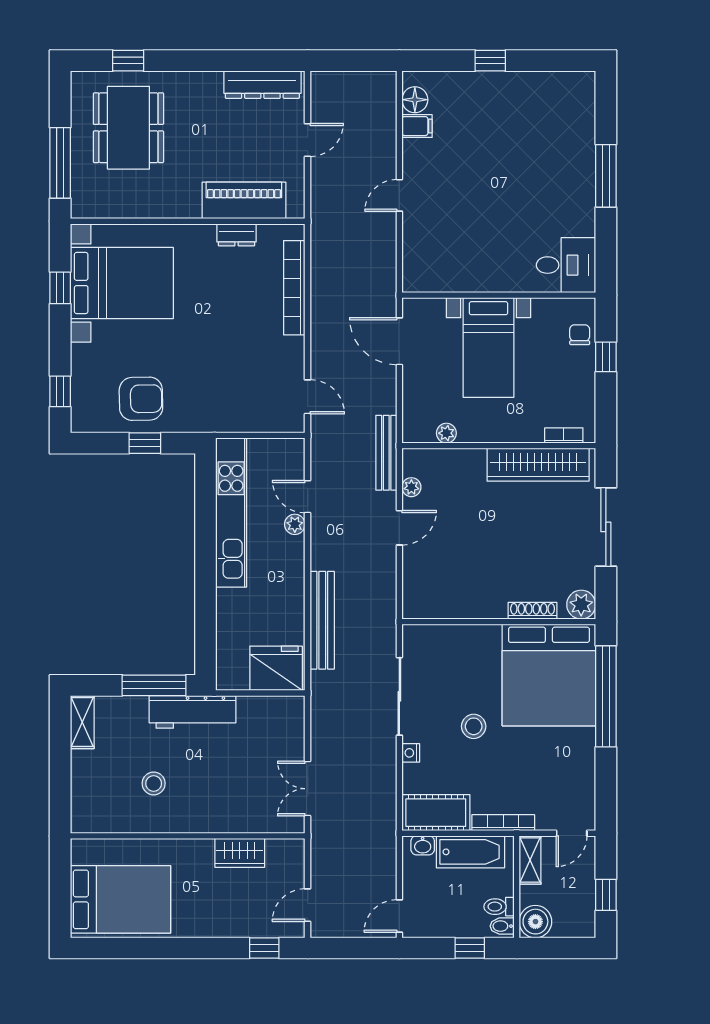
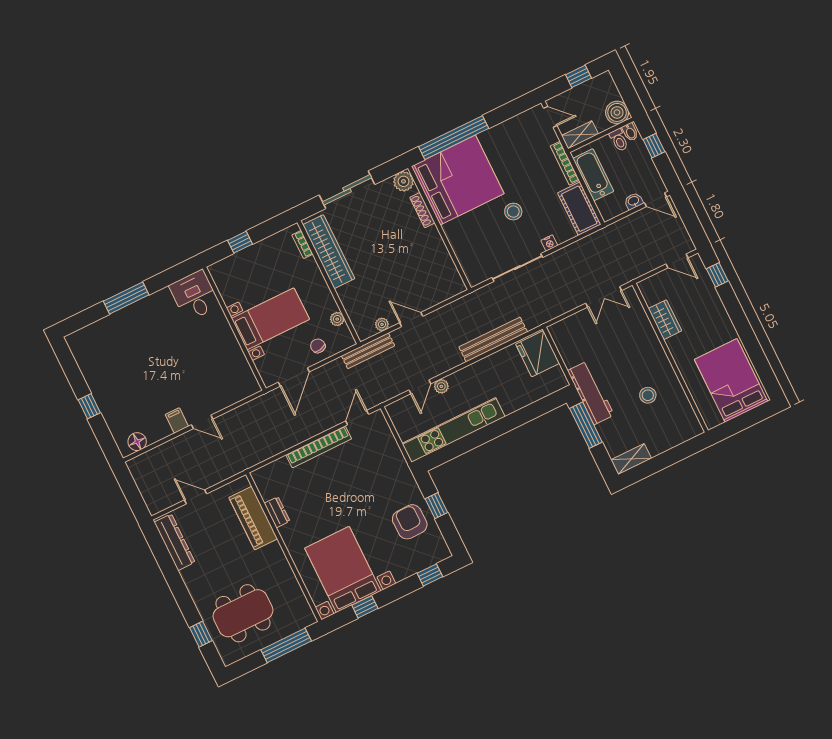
filing cabinet: (417, 126) -> (177, 420), moved
bookcase: (294, 288) -> (319, 447), moved
chair: (580, 335) -> (318, 346), moved, turned 78
washbasin: (423, 845) -> (634, 201), moved, turned -90

